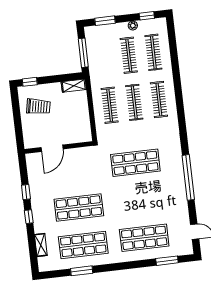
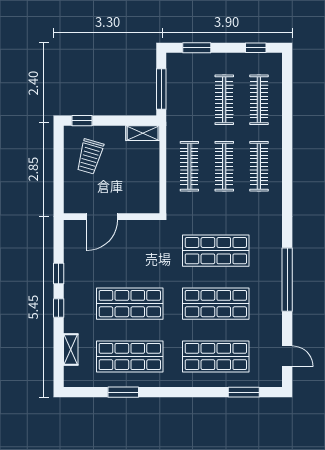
plant: (133, 26) -> (235, 59), removed
trolley: (38, 107) -> (90, 156), turned 95
shop shelf: (140, 200) -> (216, 304), added

